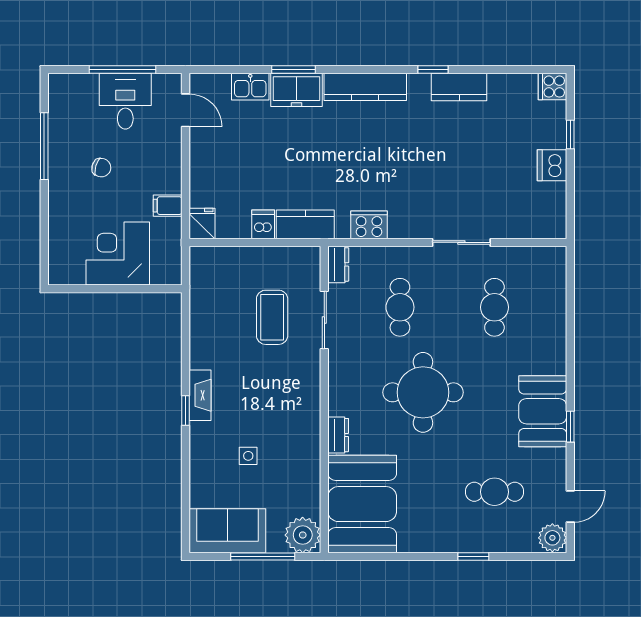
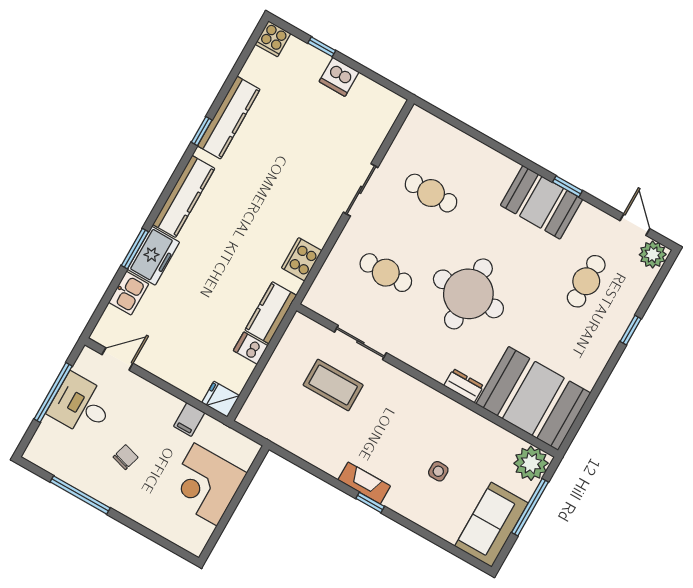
kitchen counter: (459, 87) -> (229, 118), width x1.50
dresser: (338, 264) -> (320, 304), removed

